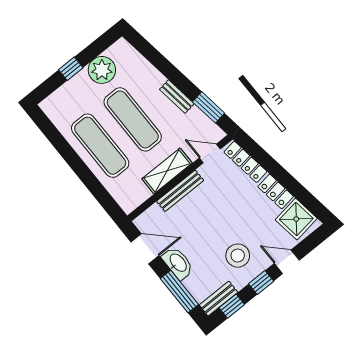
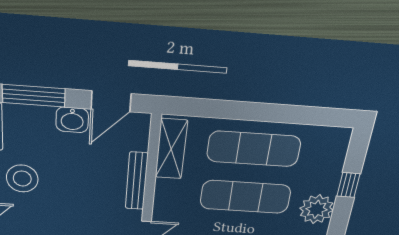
shelving: (167, 171) -> (171, 149), moved
washbasin: (178, 263) -> (72, 120), width x0.72

